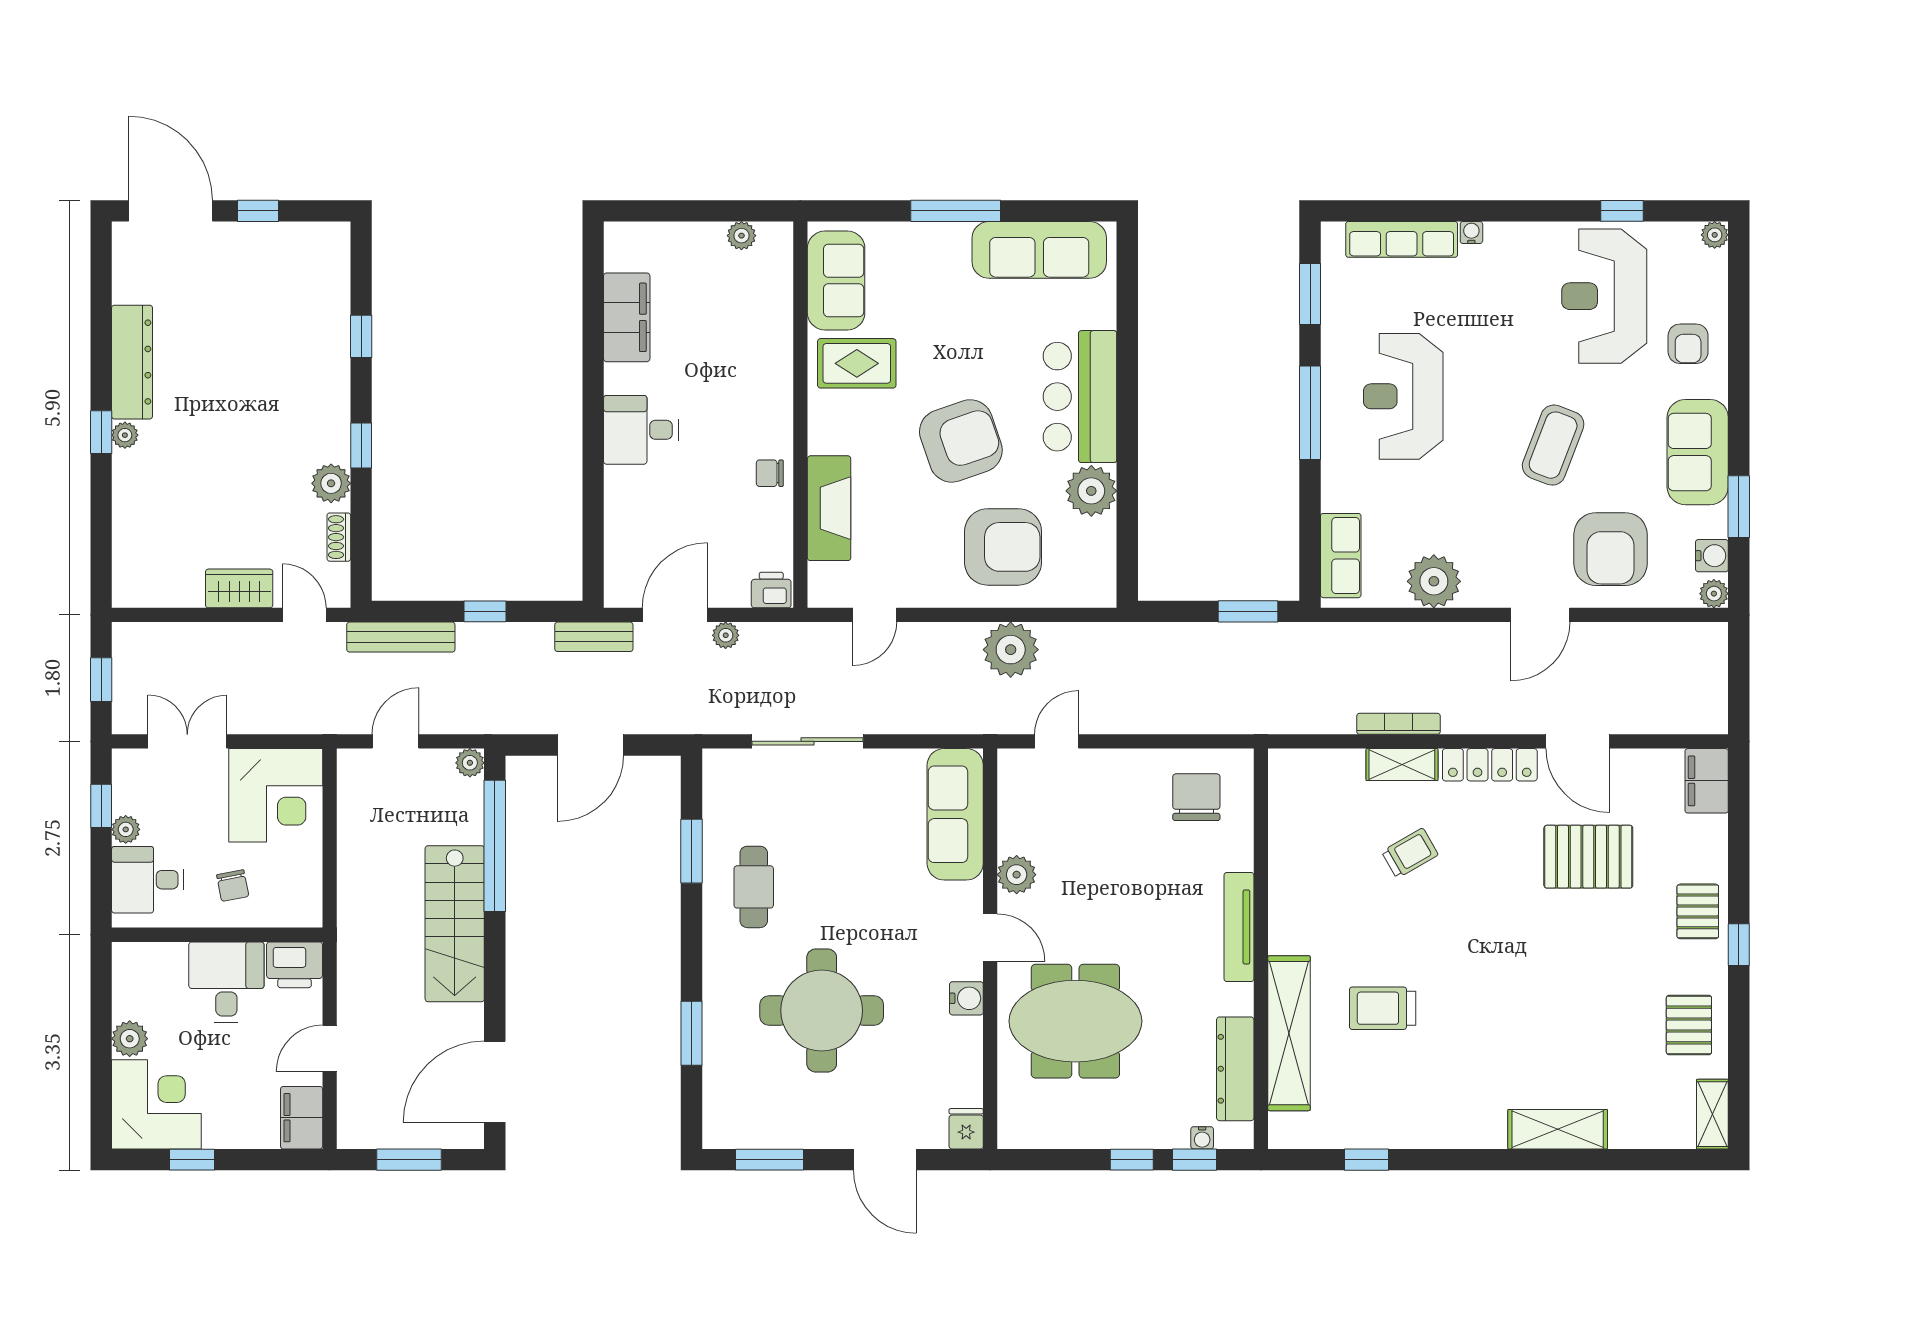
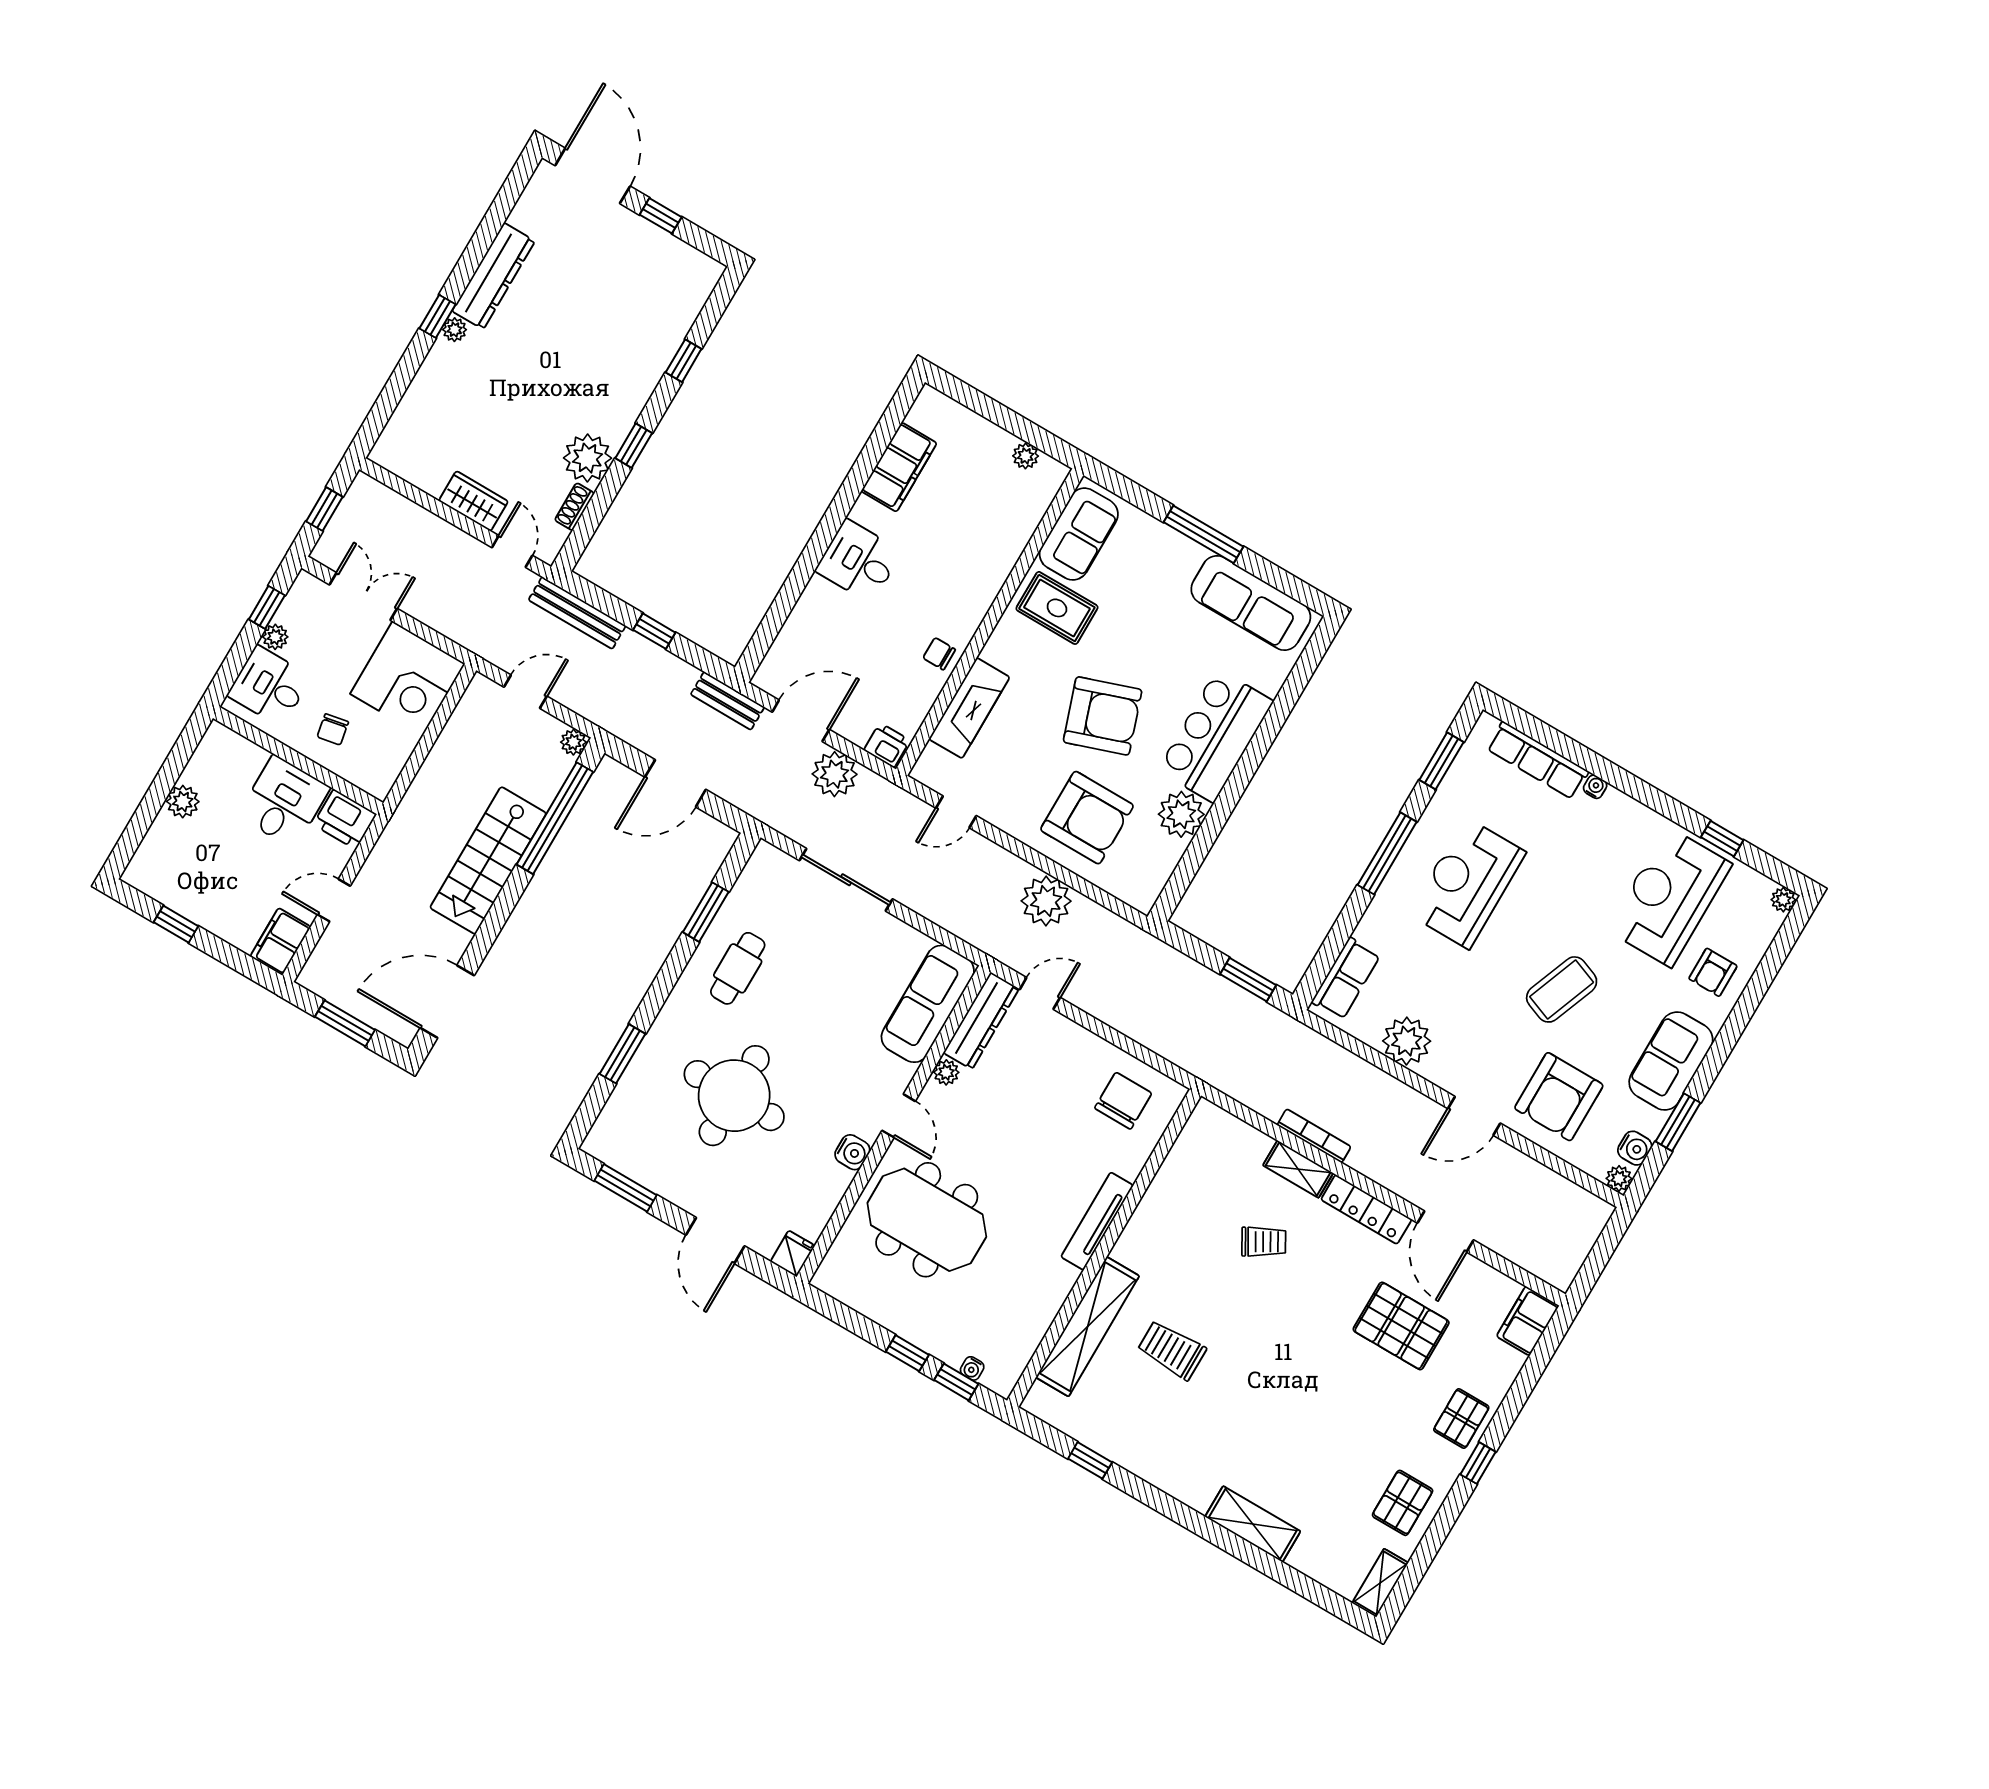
plant: (331, 483) -> (588, 458), width x1.36, depth x1.36
plant: (726, 635) -> (835, 774), width x1.88, depth x1.88
plant: (1017, 875) -> (946, 1072), width x0.73, depth x0.73
dresser: (1235, 1069) -> (981, 1021), moved, turned 180
corner desk: (156, 1104) -> (174, 865), removed

